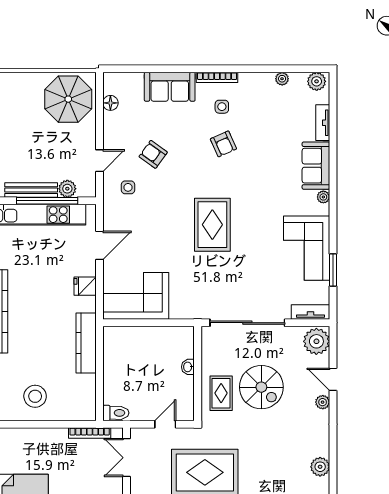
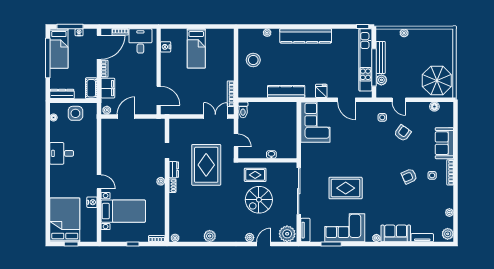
rug: (212, 225) -> (346, 188), moved

